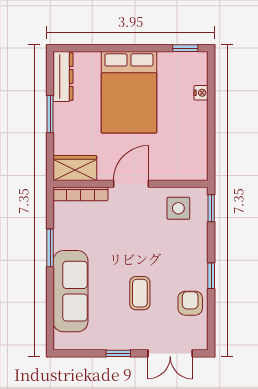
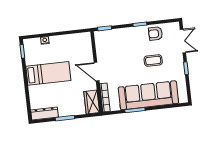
bed: (129, 92) -> (48, 73), width x0.67
side table: (178, 208) -> (107, 45), removed
sofa: (71, 291) -> (148, 95), width x1.36, depth x1.27

